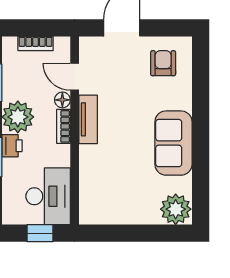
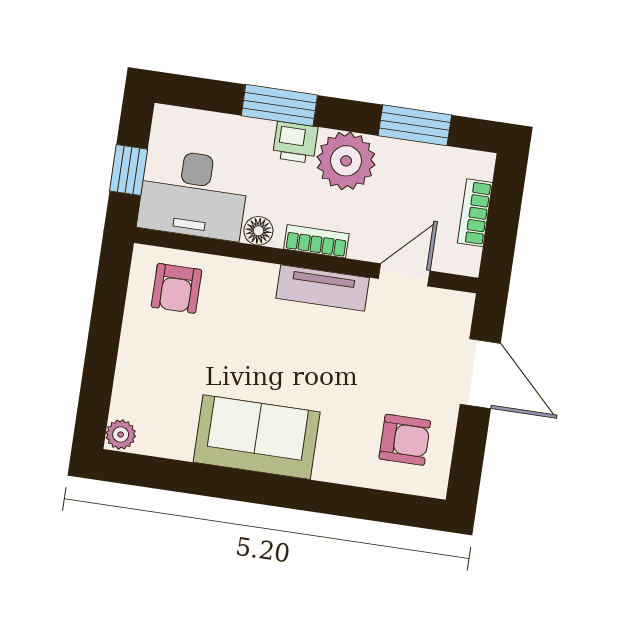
floor lamp: (62, 100) -> (258, 231), moved
armchair: (100, 198) -> (176, 288), added
plant: (176, 209) -> (121, 435), width x0.53, depth x0.53

